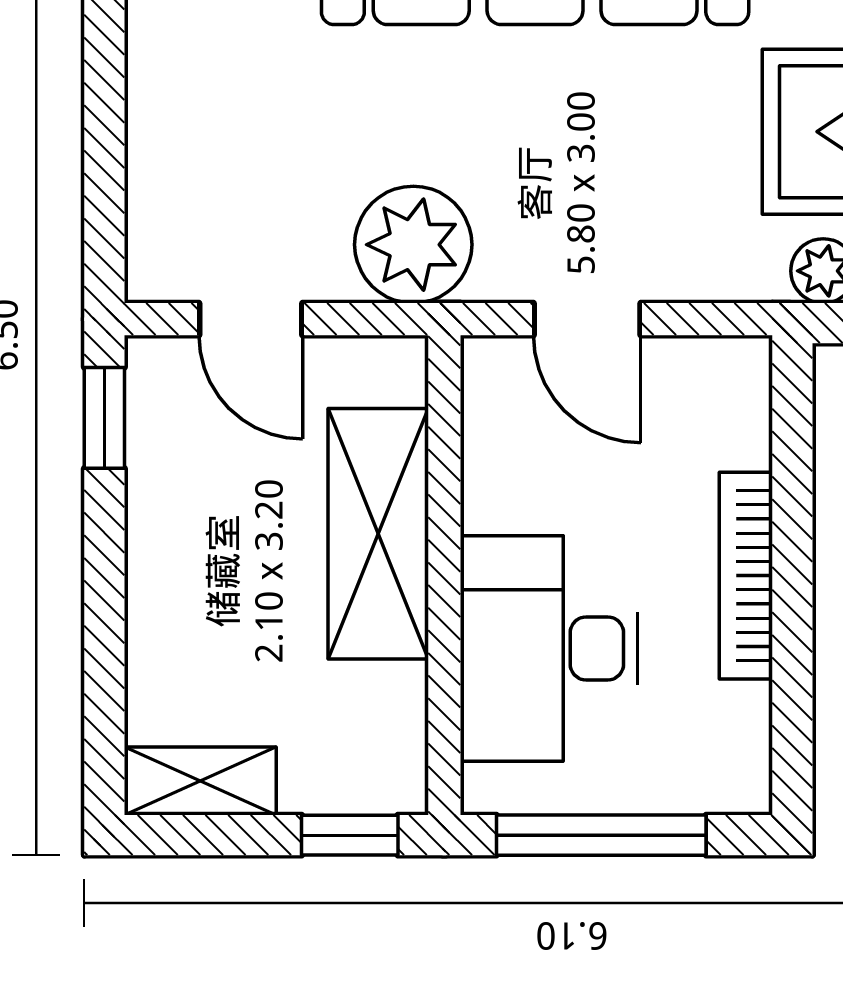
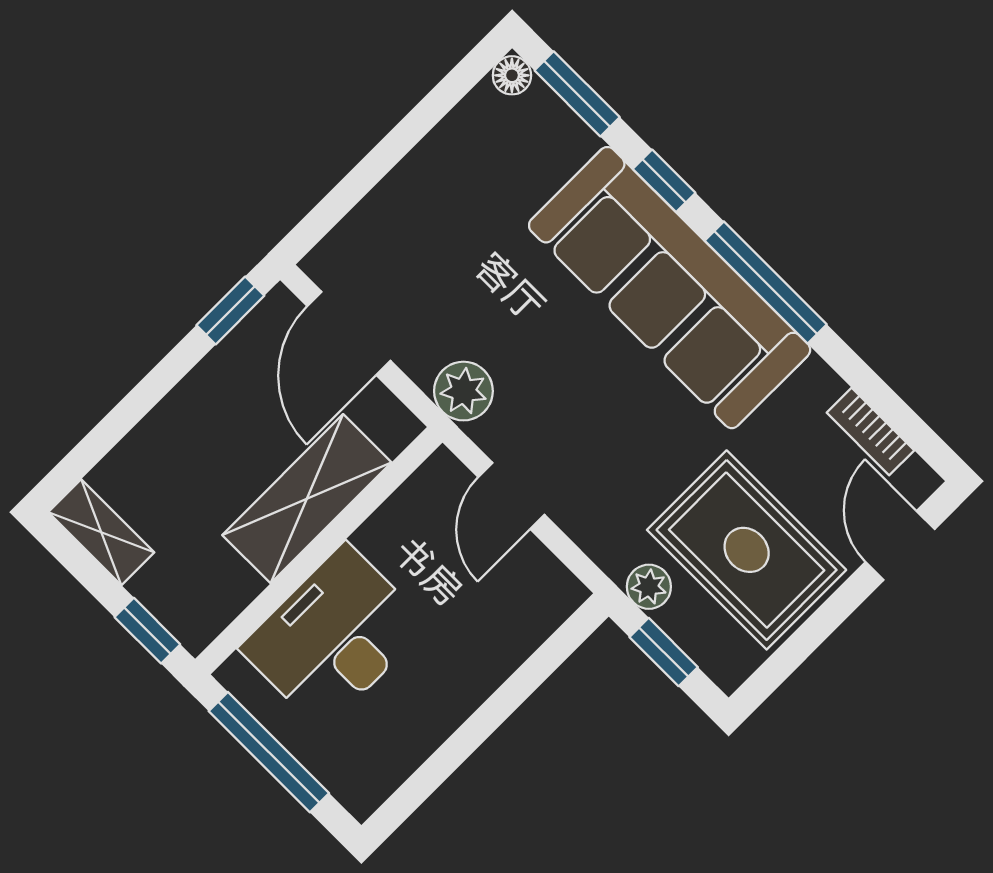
plant: (413, 245) -> (463, 391), width x0.73, depth x0.73
door: (251, 319) -> (349, 333), width x1.38
bookcase: (746, 576) -> (464, 697), removed

